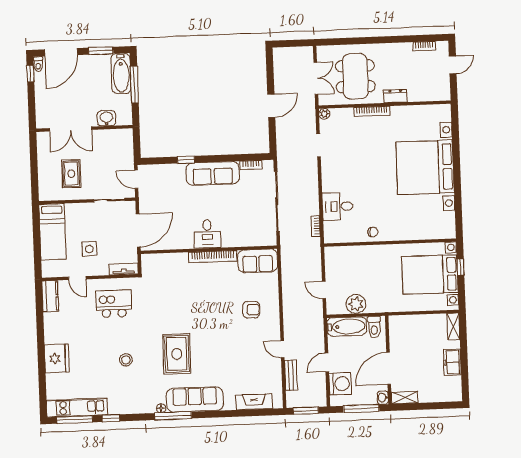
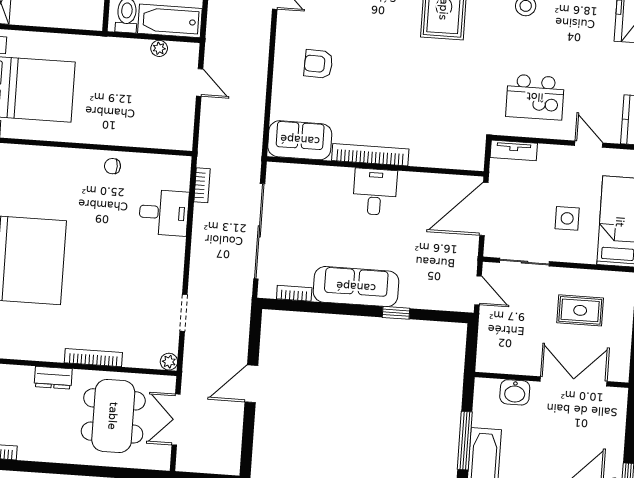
rug: (71, 174) -> (580, 310), turned 90
side table: (89, 249) -> (567, 218), moved
plant: (356, 304) -> (159, 48), width x0.53, depth x0.53

